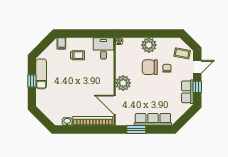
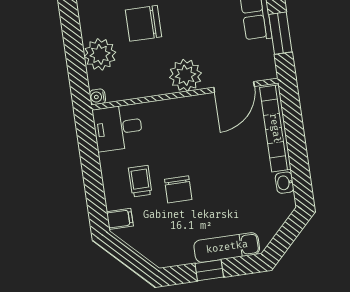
plant: (149, 45) -> (100, 54), moved
chair: (150, 67) -> (144, 23), turned 90
chair: (71, 72) -> (178, 189), added
exam couch: (41, 74) -> (227, 247), moved

